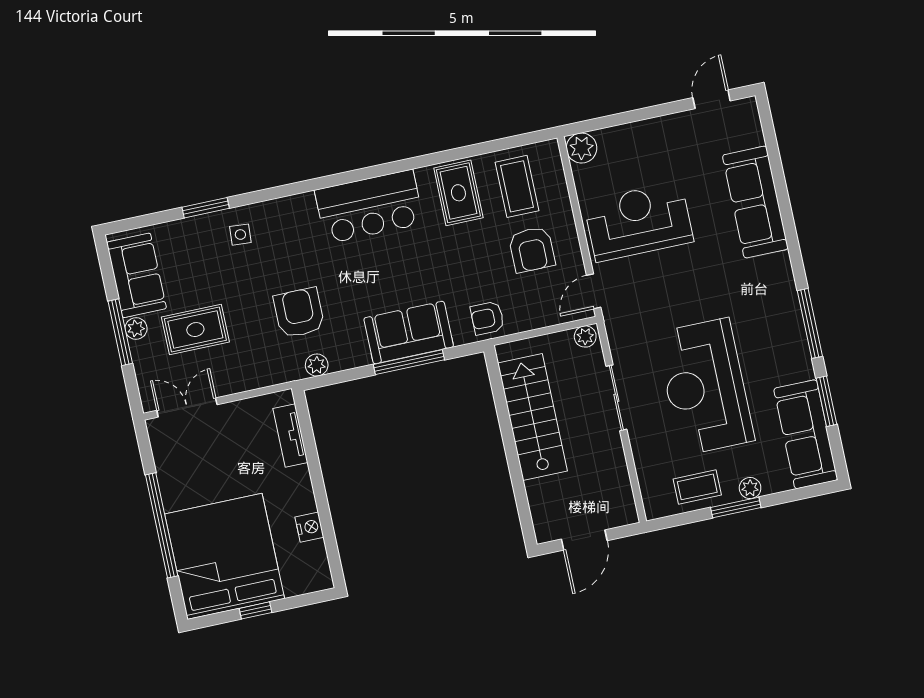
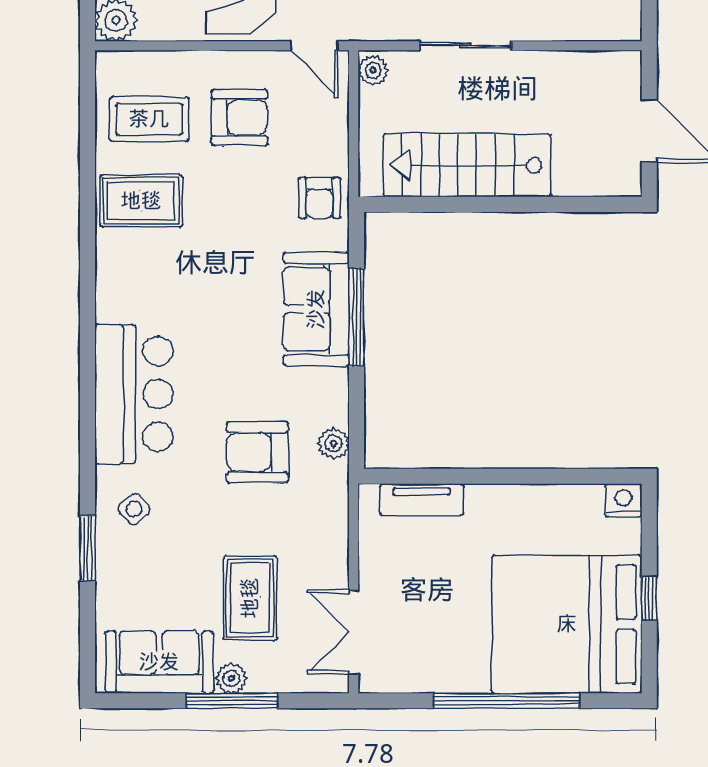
bar counter: (369, 207) -> (134, 394), moved
side table: (240, 235) -> (134, 509), turned 45
nightstand: (309, 527) -> (624, 500), moved

